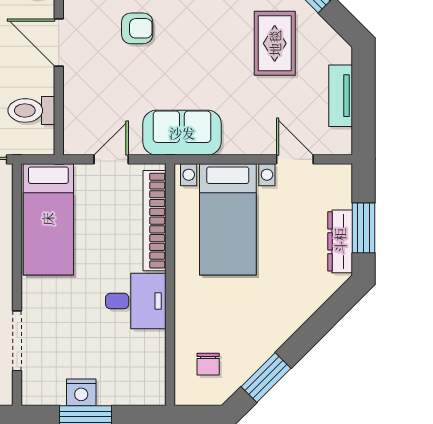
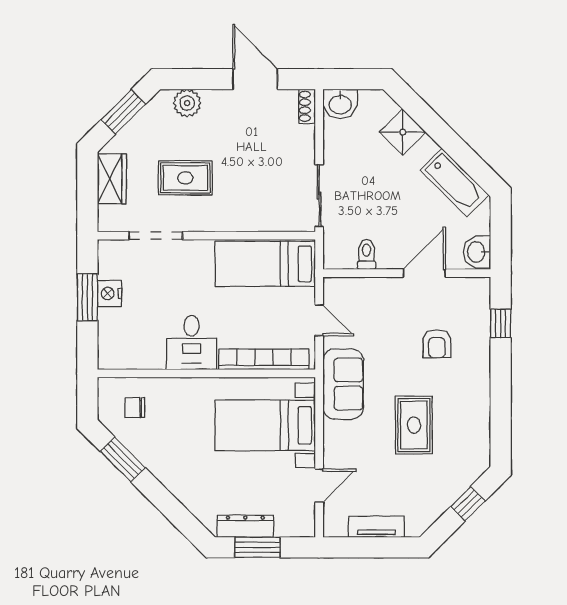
rug: (275, 43) -> (414, 425), moved, turned 90
toilet: (31, 110) -> (366, 254), width x0.73, depth x0.72

